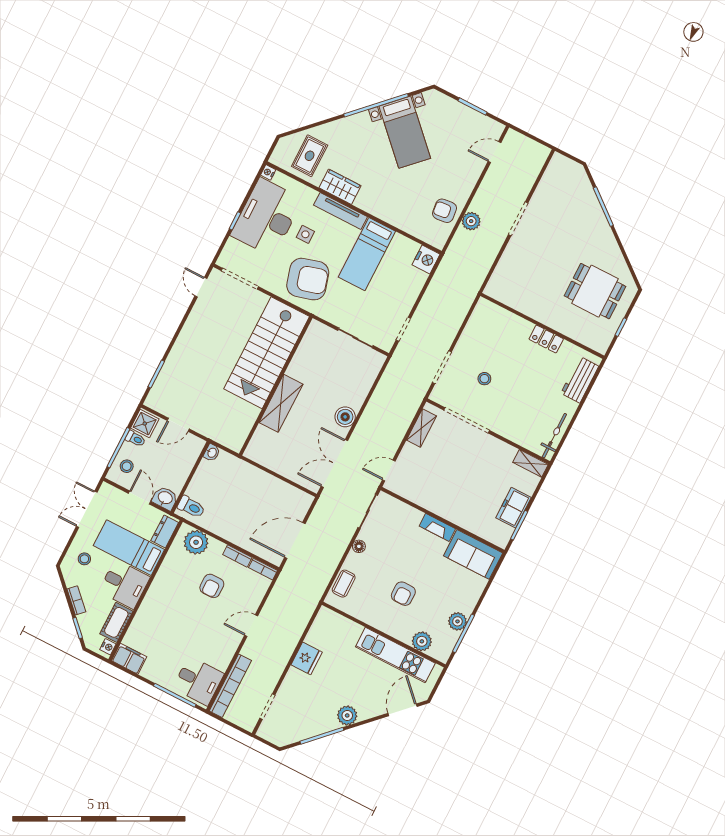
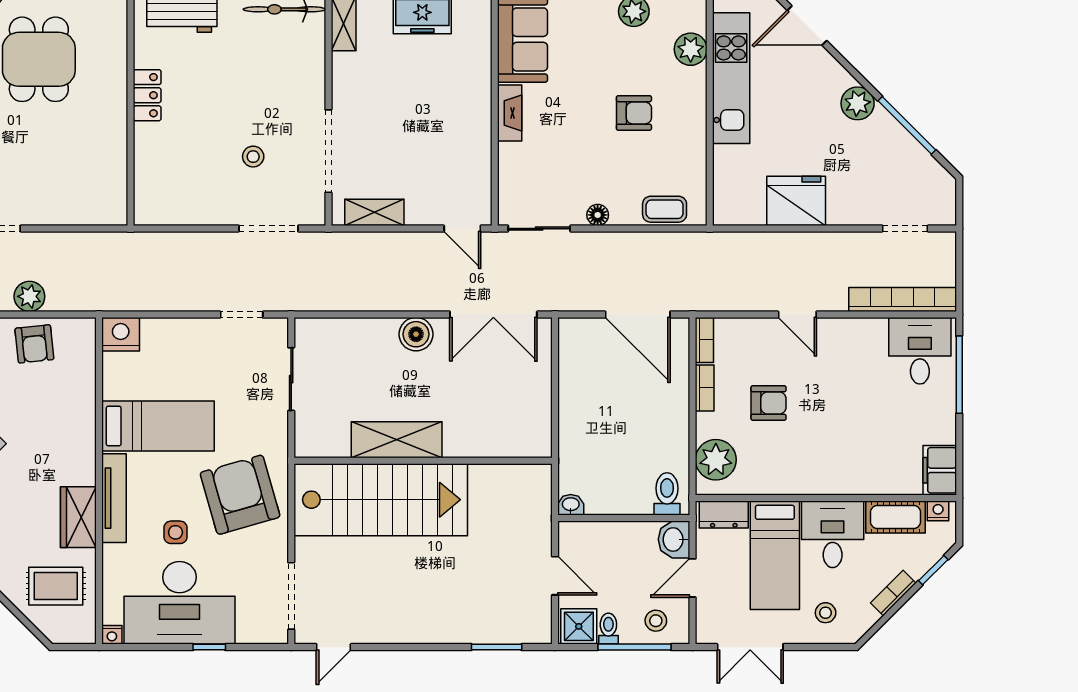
shelving: (281, 403) -> (397, 440), moved
fridge: (307, 658) -> (796, 201), width x1.36, depth x1.34

